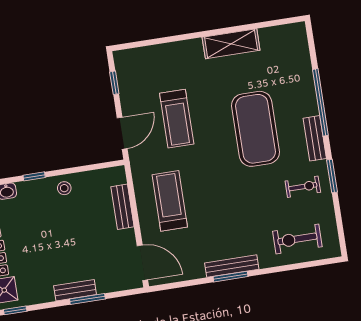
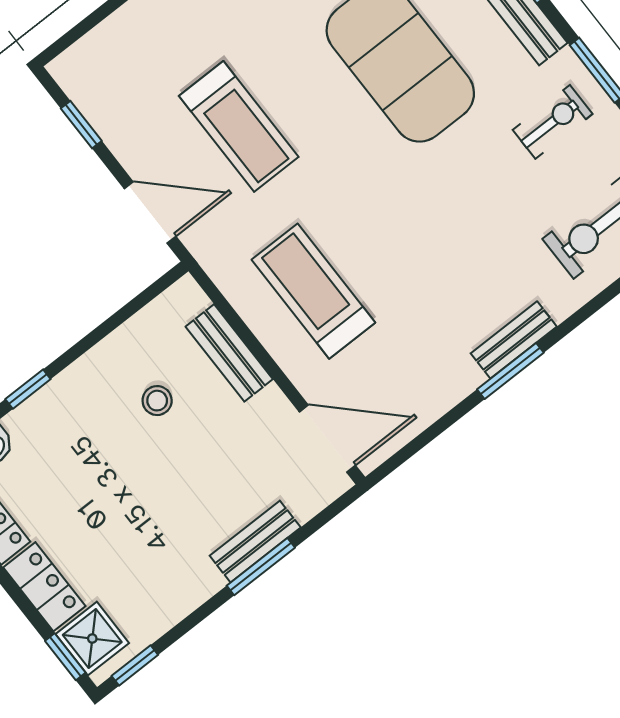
door: (122, 133) -> (150, 212), hinge flipped
stool: (64, 188) -> (157, 401), moved
bench: (232, 266) -> (514, 340), width x0.73
bench: (75, 290) -> (255, 542), moved

